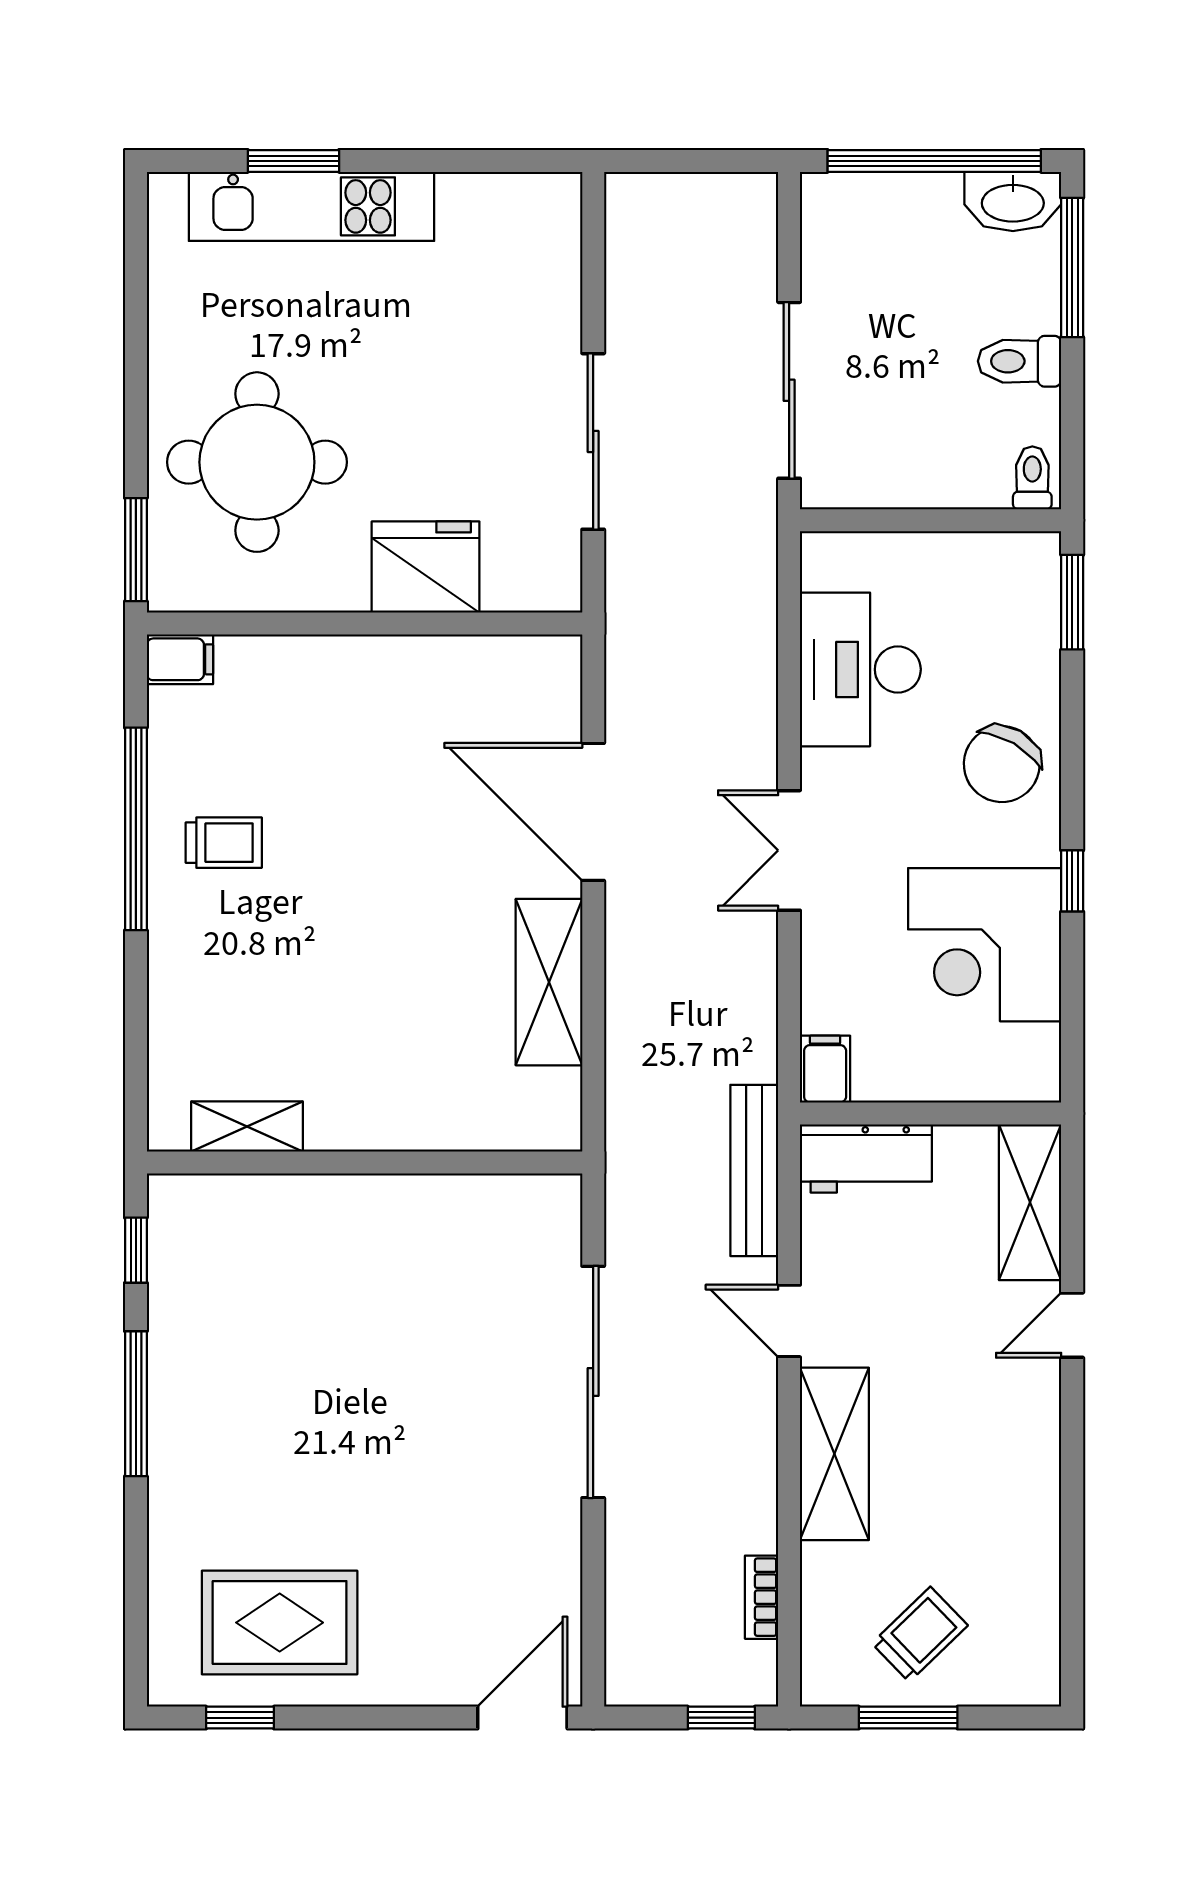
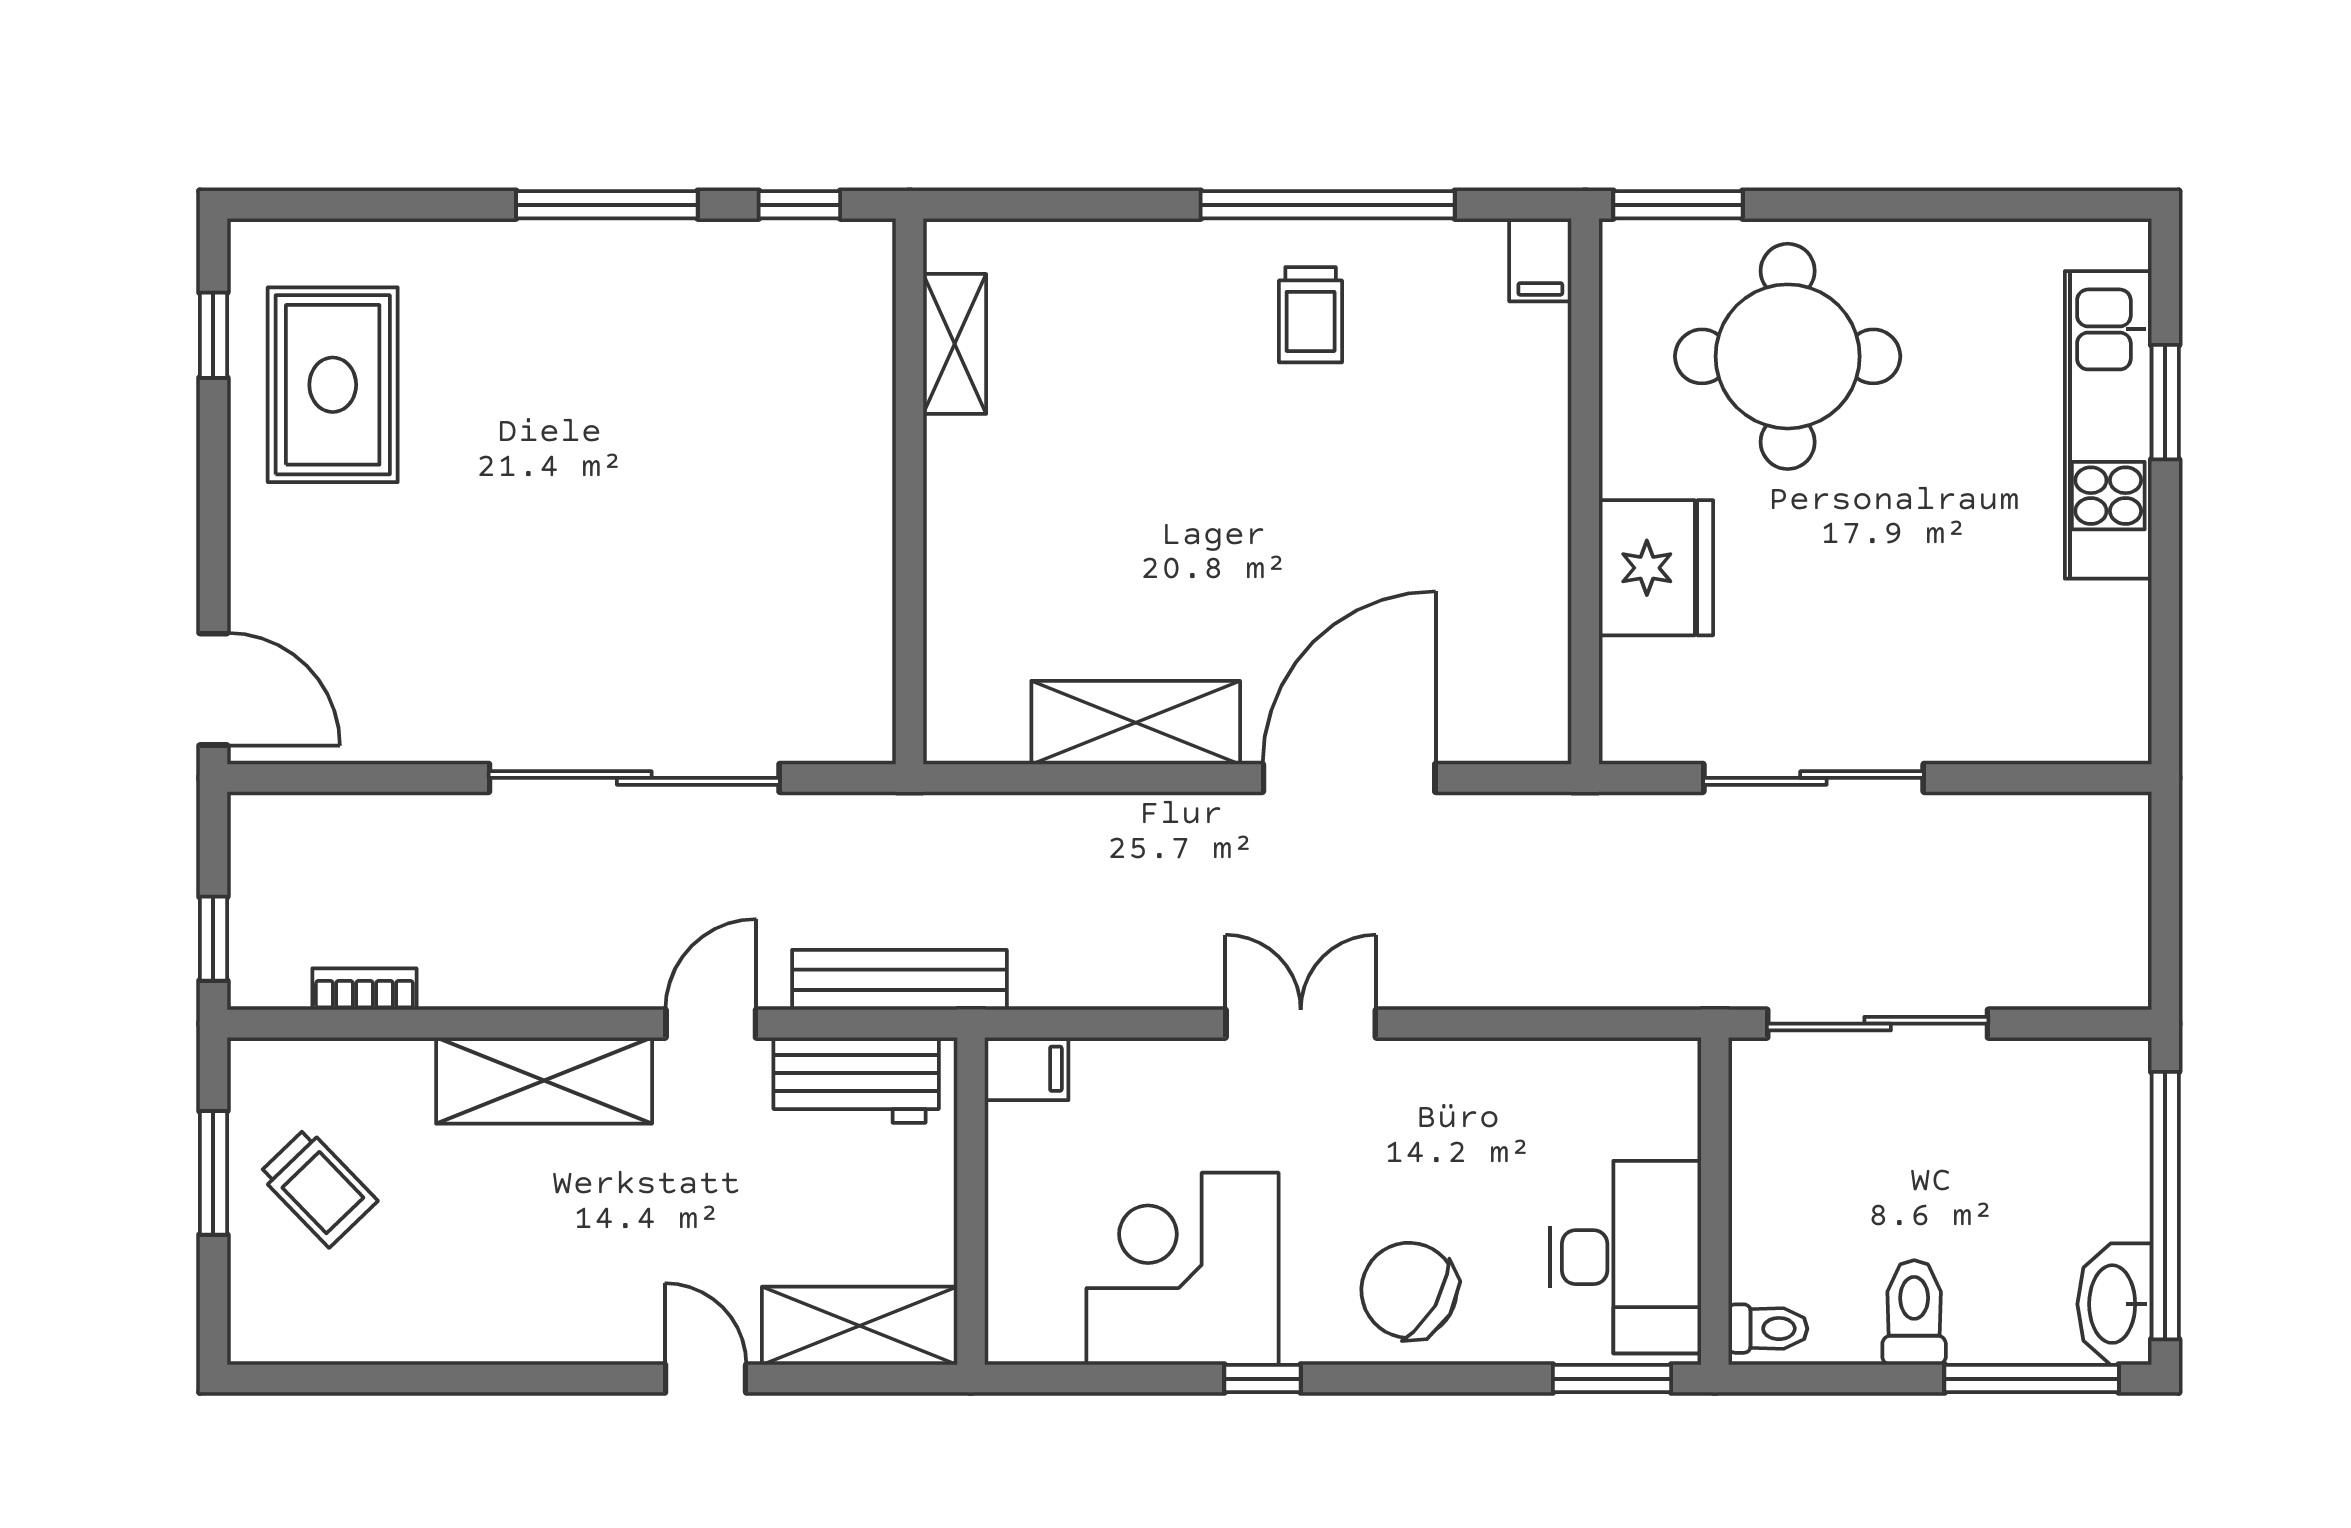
desk: (860, 669) -> (1625, 1257), moved, turned 90
workbench: (866, 1158) -> (856, 1080), moved, turned -90

